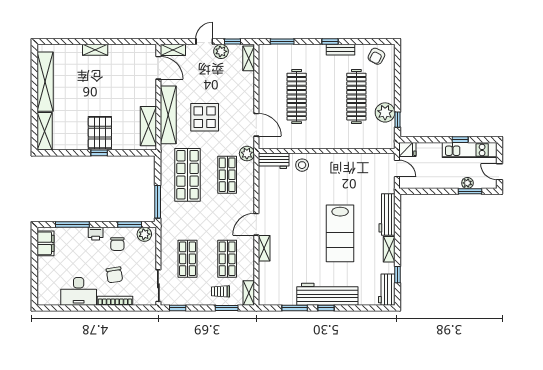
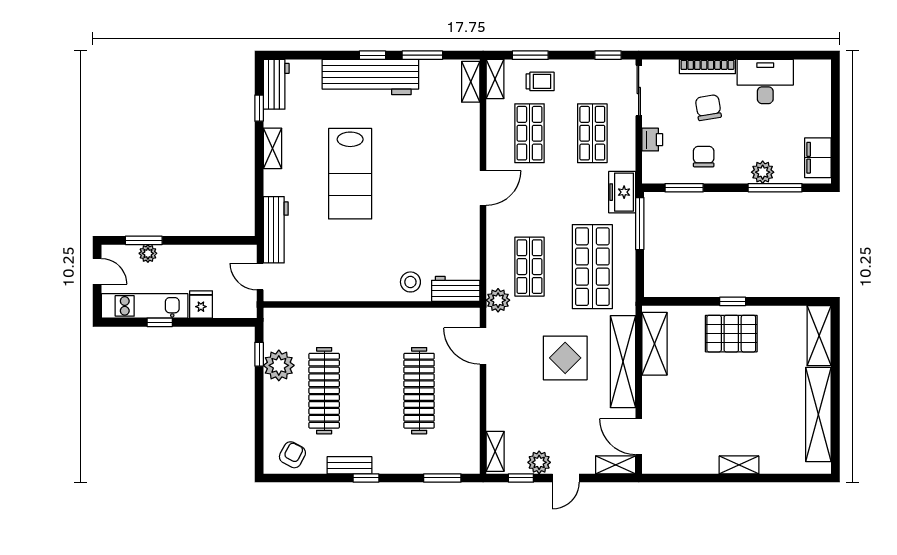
pallet: (100, 133) -> (731, 334), turned 90
fridge: (407, 150) -> (201, 304), moved, turned 90
workbench: (387, 215) -> (276, 230), moved
freezer: (169, 222) -> (622, 192), added
lab bench: (340, 233) -> (350, 174), turned 180
printer: (96, 234) -> (652, 140), moved, turned 90
plant: (144, 234) -> (763, 172), moved
shelving: (264, 248) -> (471, 82), moved

